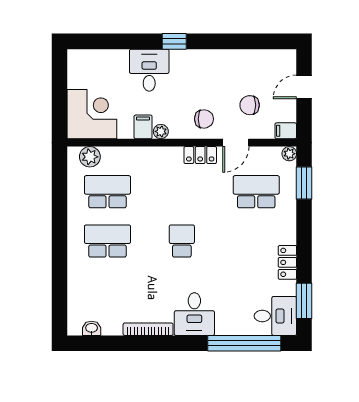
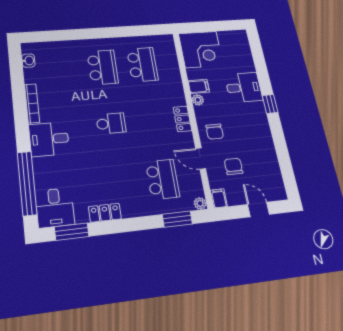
locker: (200, 155) -> (182, 119), moved
plant: (90, 157) -> (168, 50), removed

